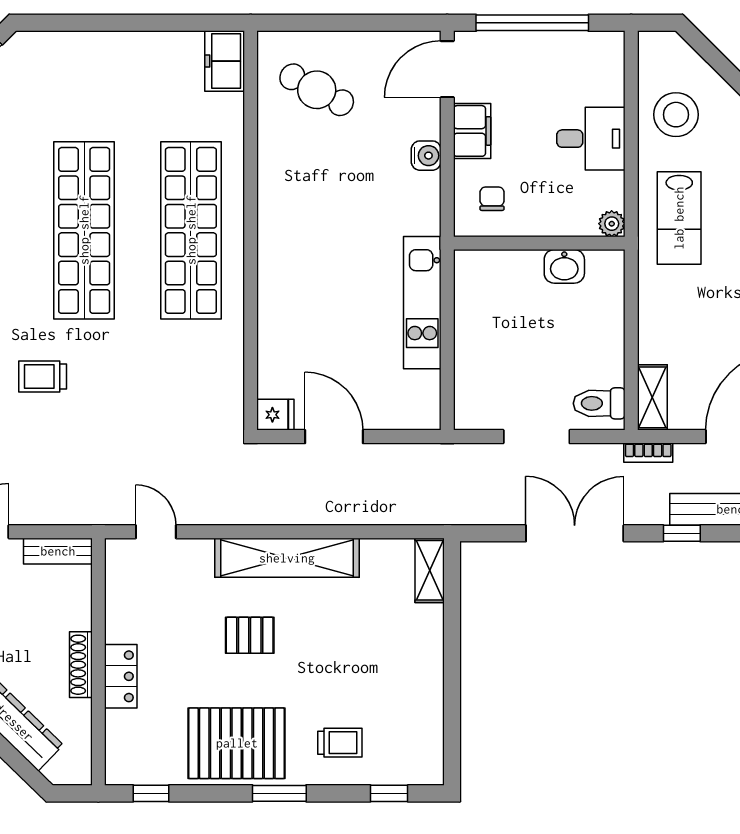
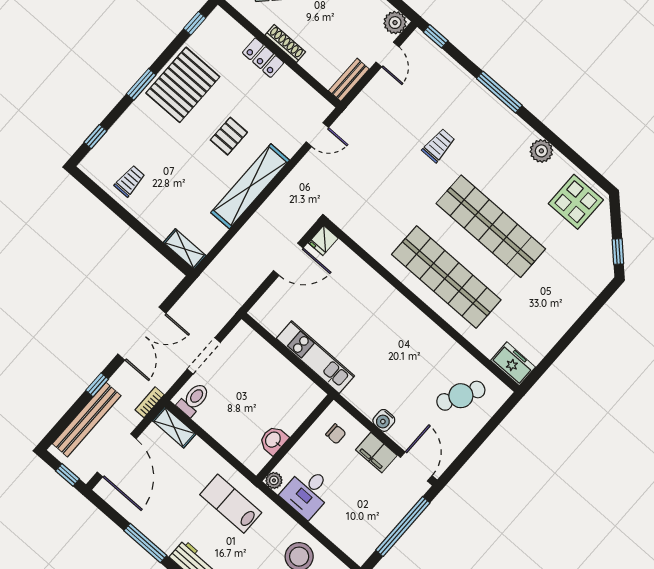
desk: (591, 139) -> (307, 492), moved
lab bench: (679, 218) -> (231, 504), moved
trolley: (340, 743) -> (130, 181), moved, turned 180

